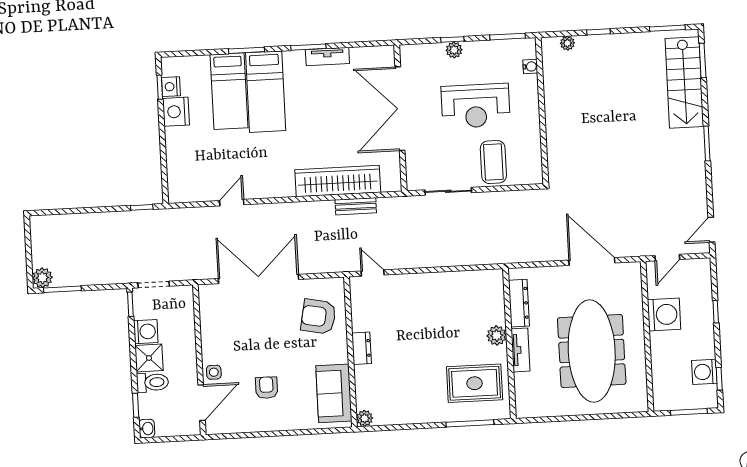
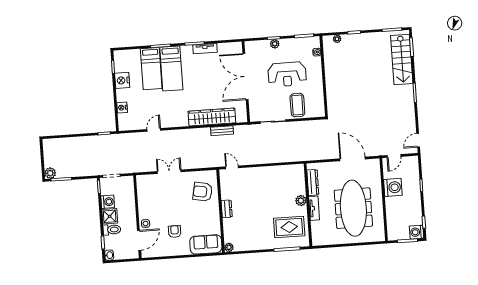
nightstand: (171, 87) -> (122, 108), moved
double door: (258, 279) -> (169, 172), width x0.54
washing machine: (704, 372) -> (417, 232), moved
sofa: (334, 393) -> (206, 244), moved, turned 90

